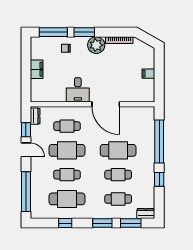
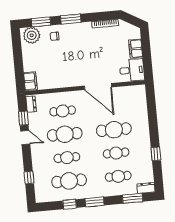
window: (53, 32) -> (41, 22), width x0.69
plant: (96, 45) -> (32, 35), moved
filing cabinet: (37, 69) -> (30, 81), moved
filing cabinet: (148, 74) -> (136, 49), width x2.00
desk: (78, 90) -> (132, 70), moved, turned -90
window: (159, 141) -> (152, 117), removed
window: (26, 192) -> (29, 178), width x0.32
window: (102, 223) -> (95, 202), moved

